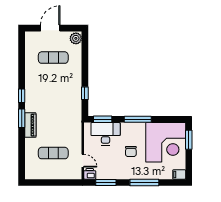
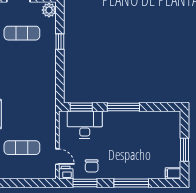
window: (85, 93) -> (60, 42), moved
window: (189, 140) -> (185, 150), moved
corner desk: (166, 142) -> (157, 135), removed
chair: (131, 152) -> (92, 166), moved

